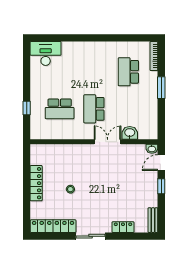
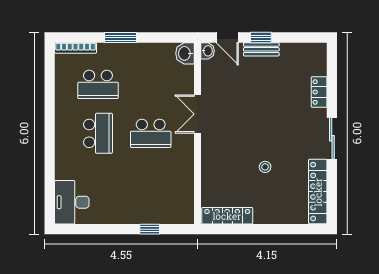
school desk: (60, 109) -> (98, 133), moved
washbasin: (130, 133) -> (185, 53), moved
locker: (36, 183) -> (227, 216), moved
bench: (153, 220) -> (261, 49), moved

